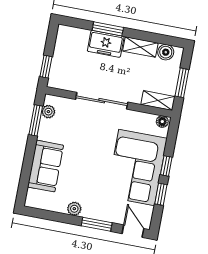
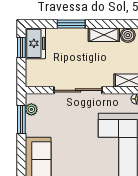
freezer: (106, 44) -> (35, 43), moved, turned -90
window: (46, 67) -> (21, 47), moved

